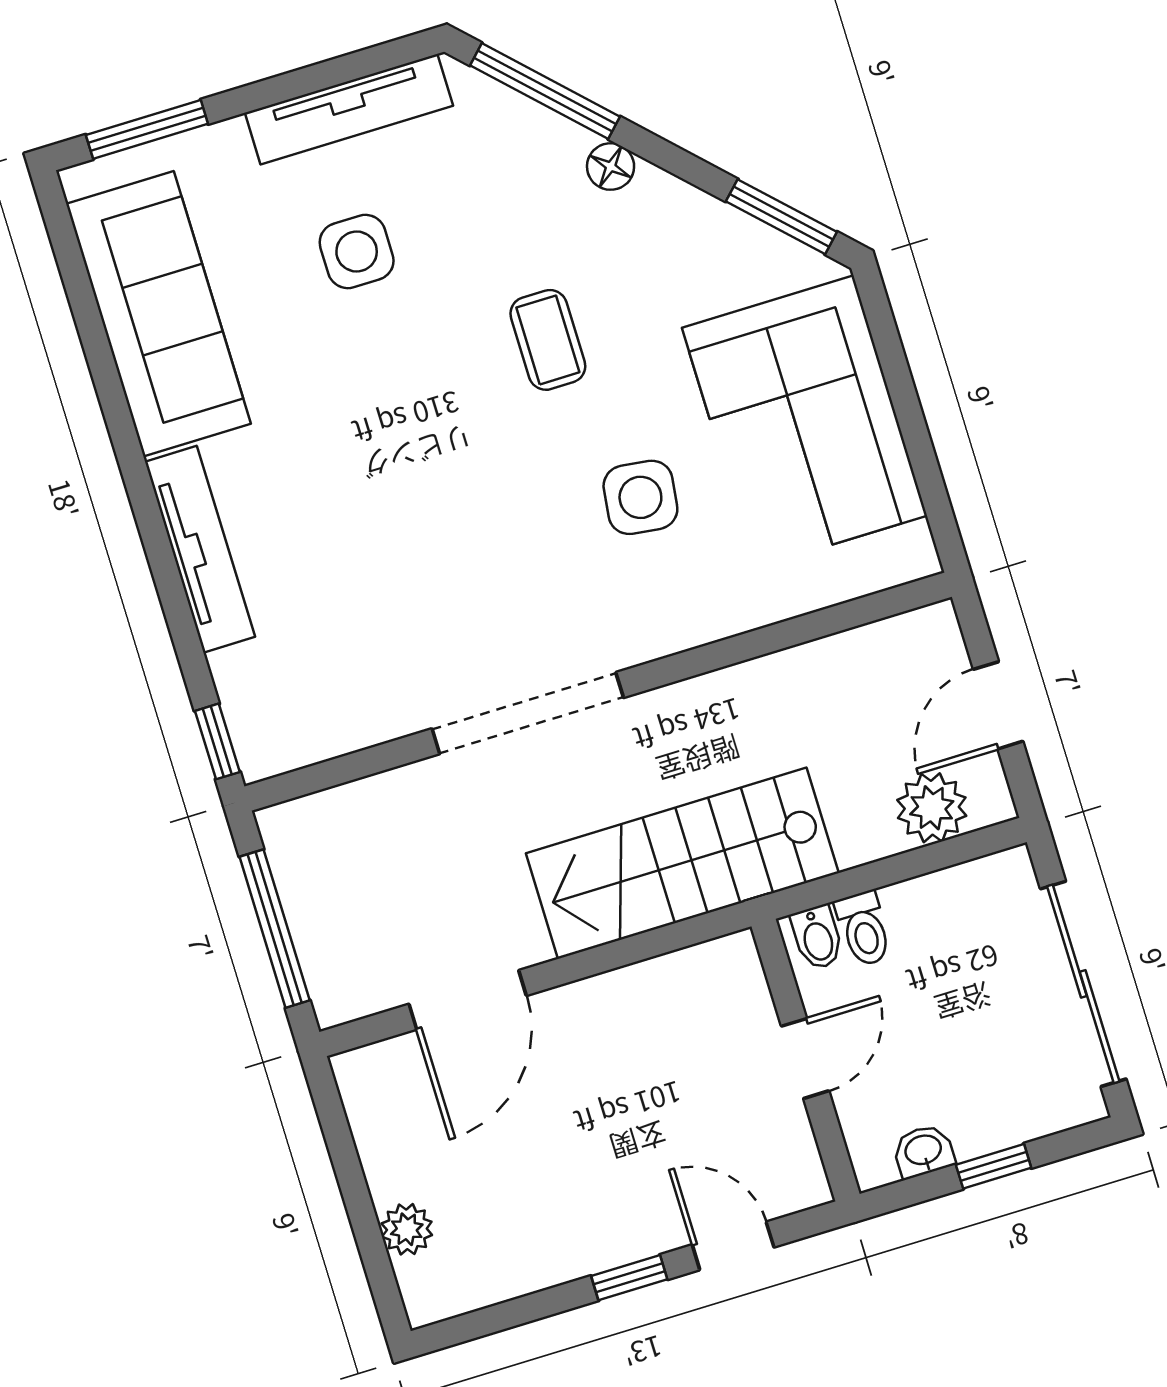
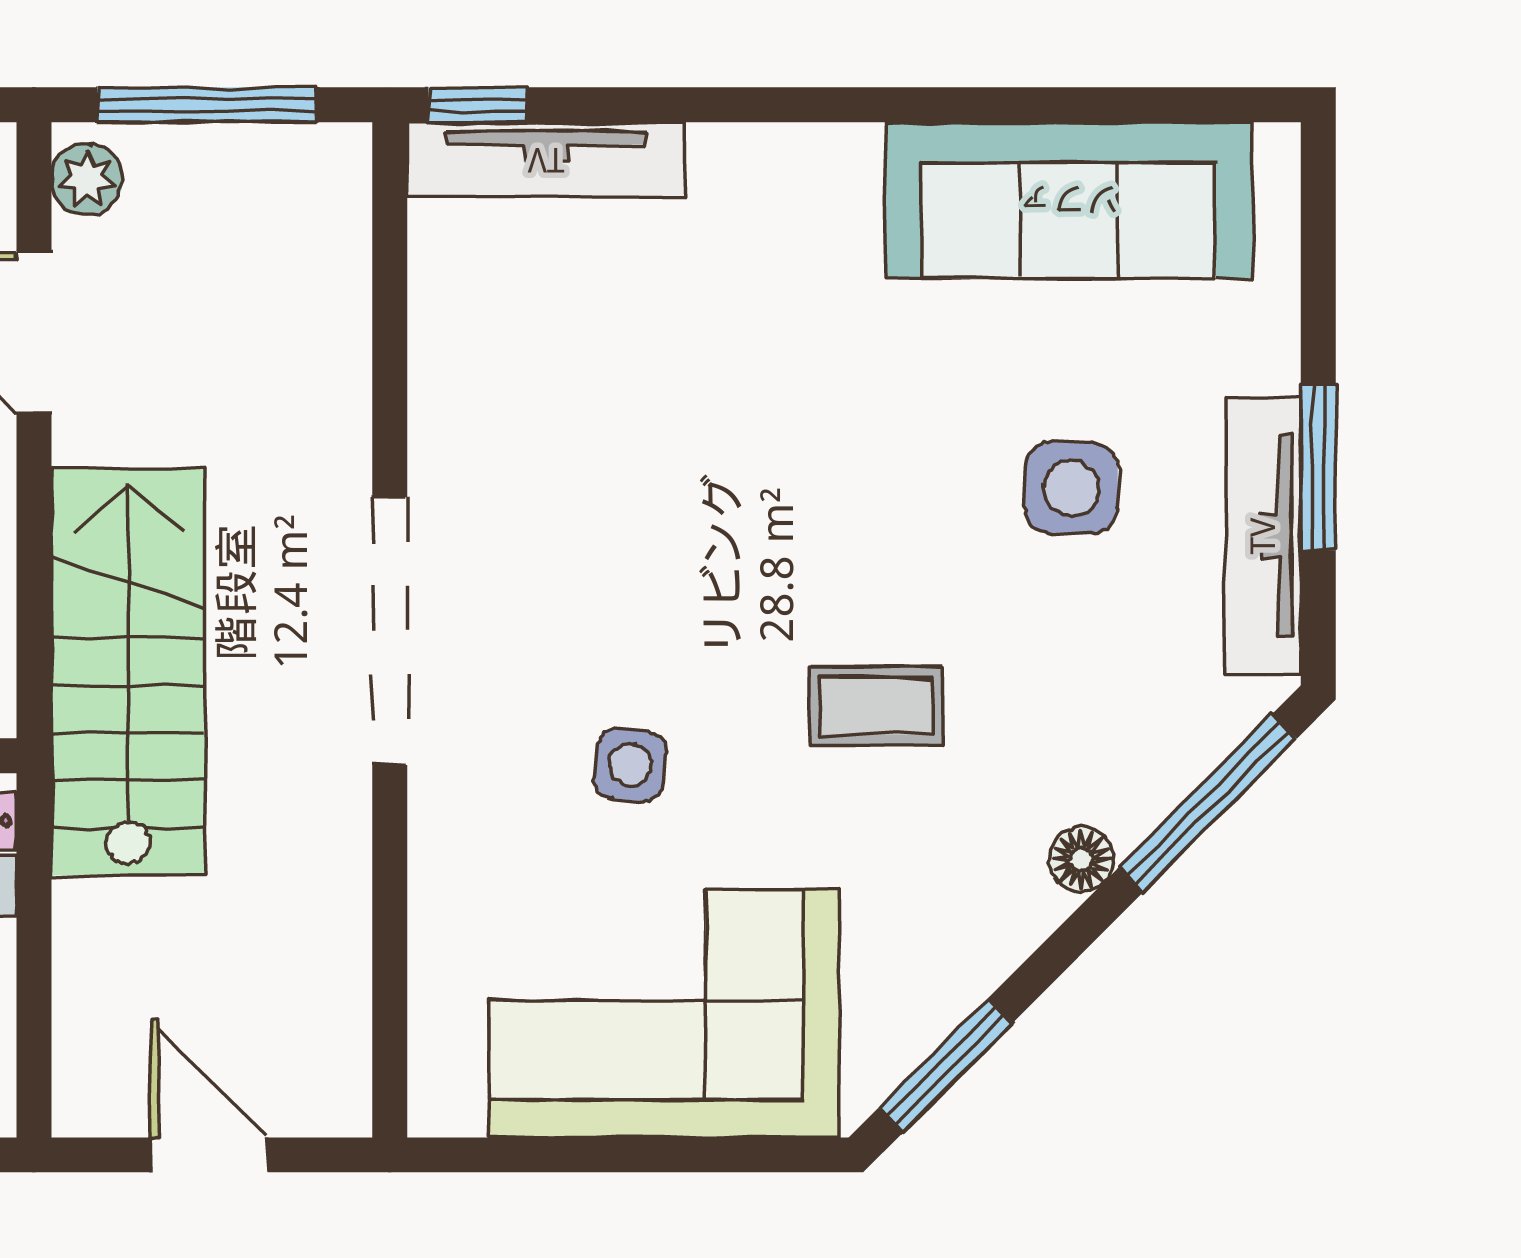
window: (147, 129) -> (1318, 467), moved
side table: (640, 497) -> (630, 765), width x0.73, depth x0.73
tv unit: (200, 549) -> (546, 160), moved
doorway: (528, 713) -> (390, 631), moved
plant: (932, 808) -> (87, 179), moved, width x0.73, depth x0.73

